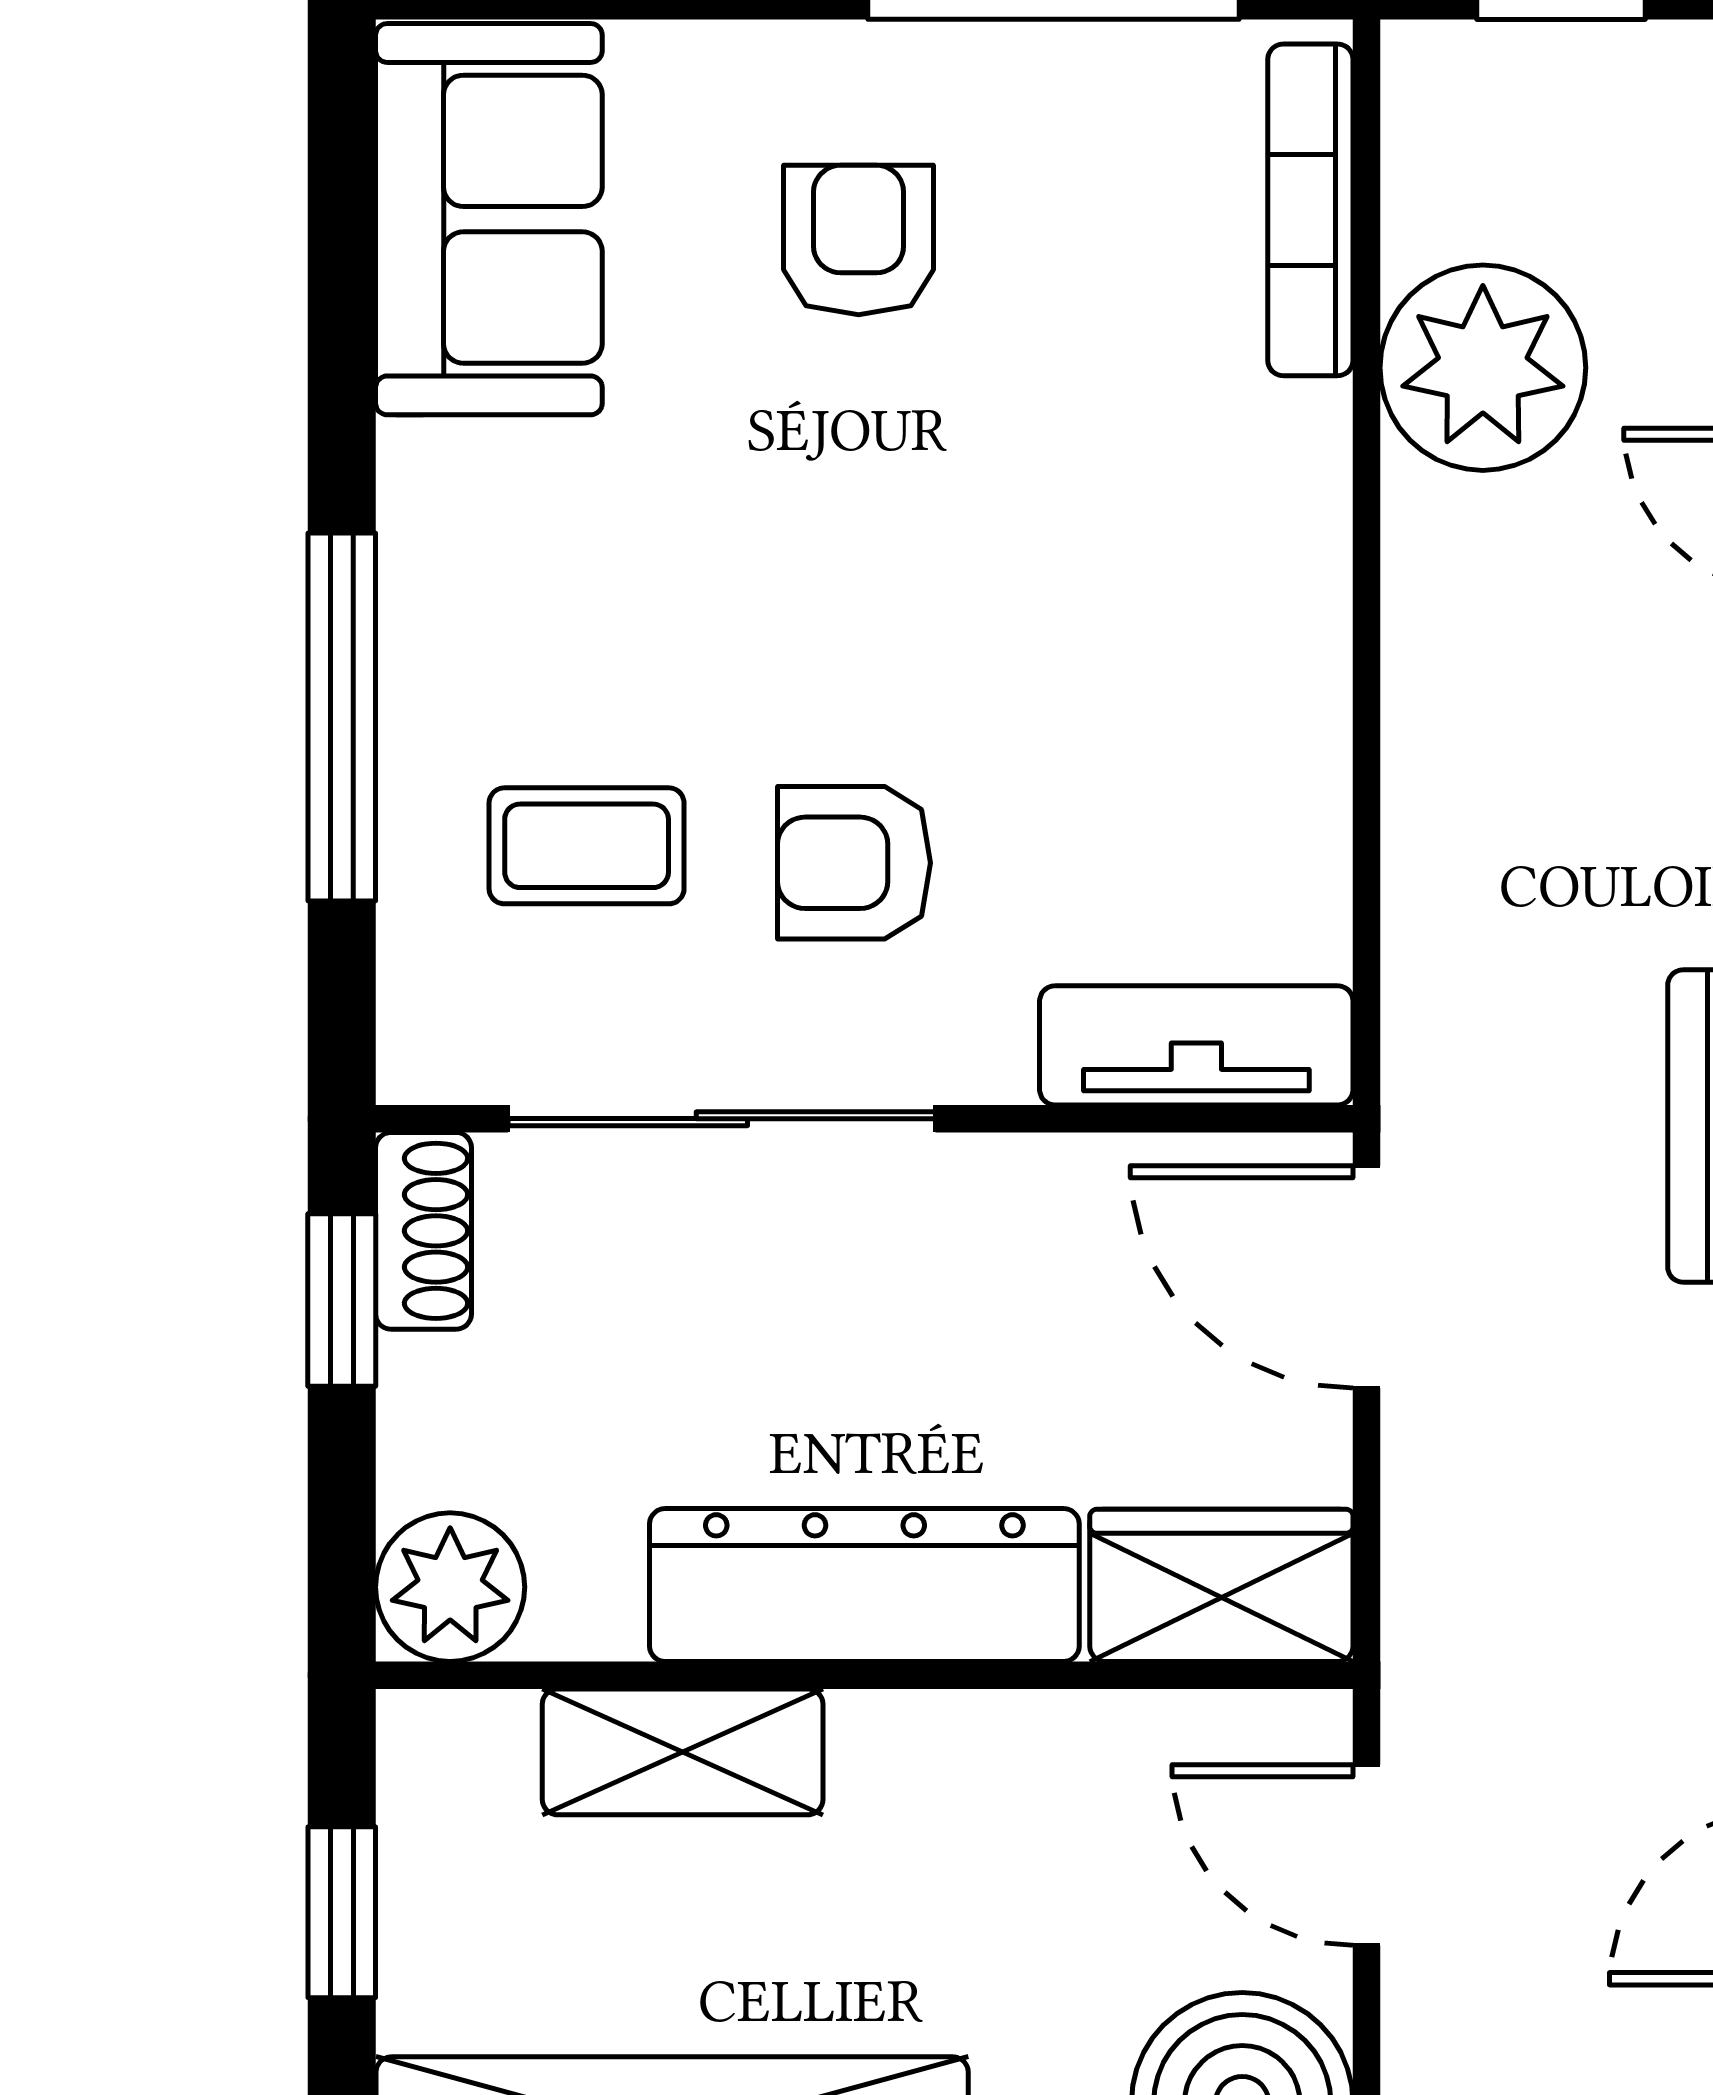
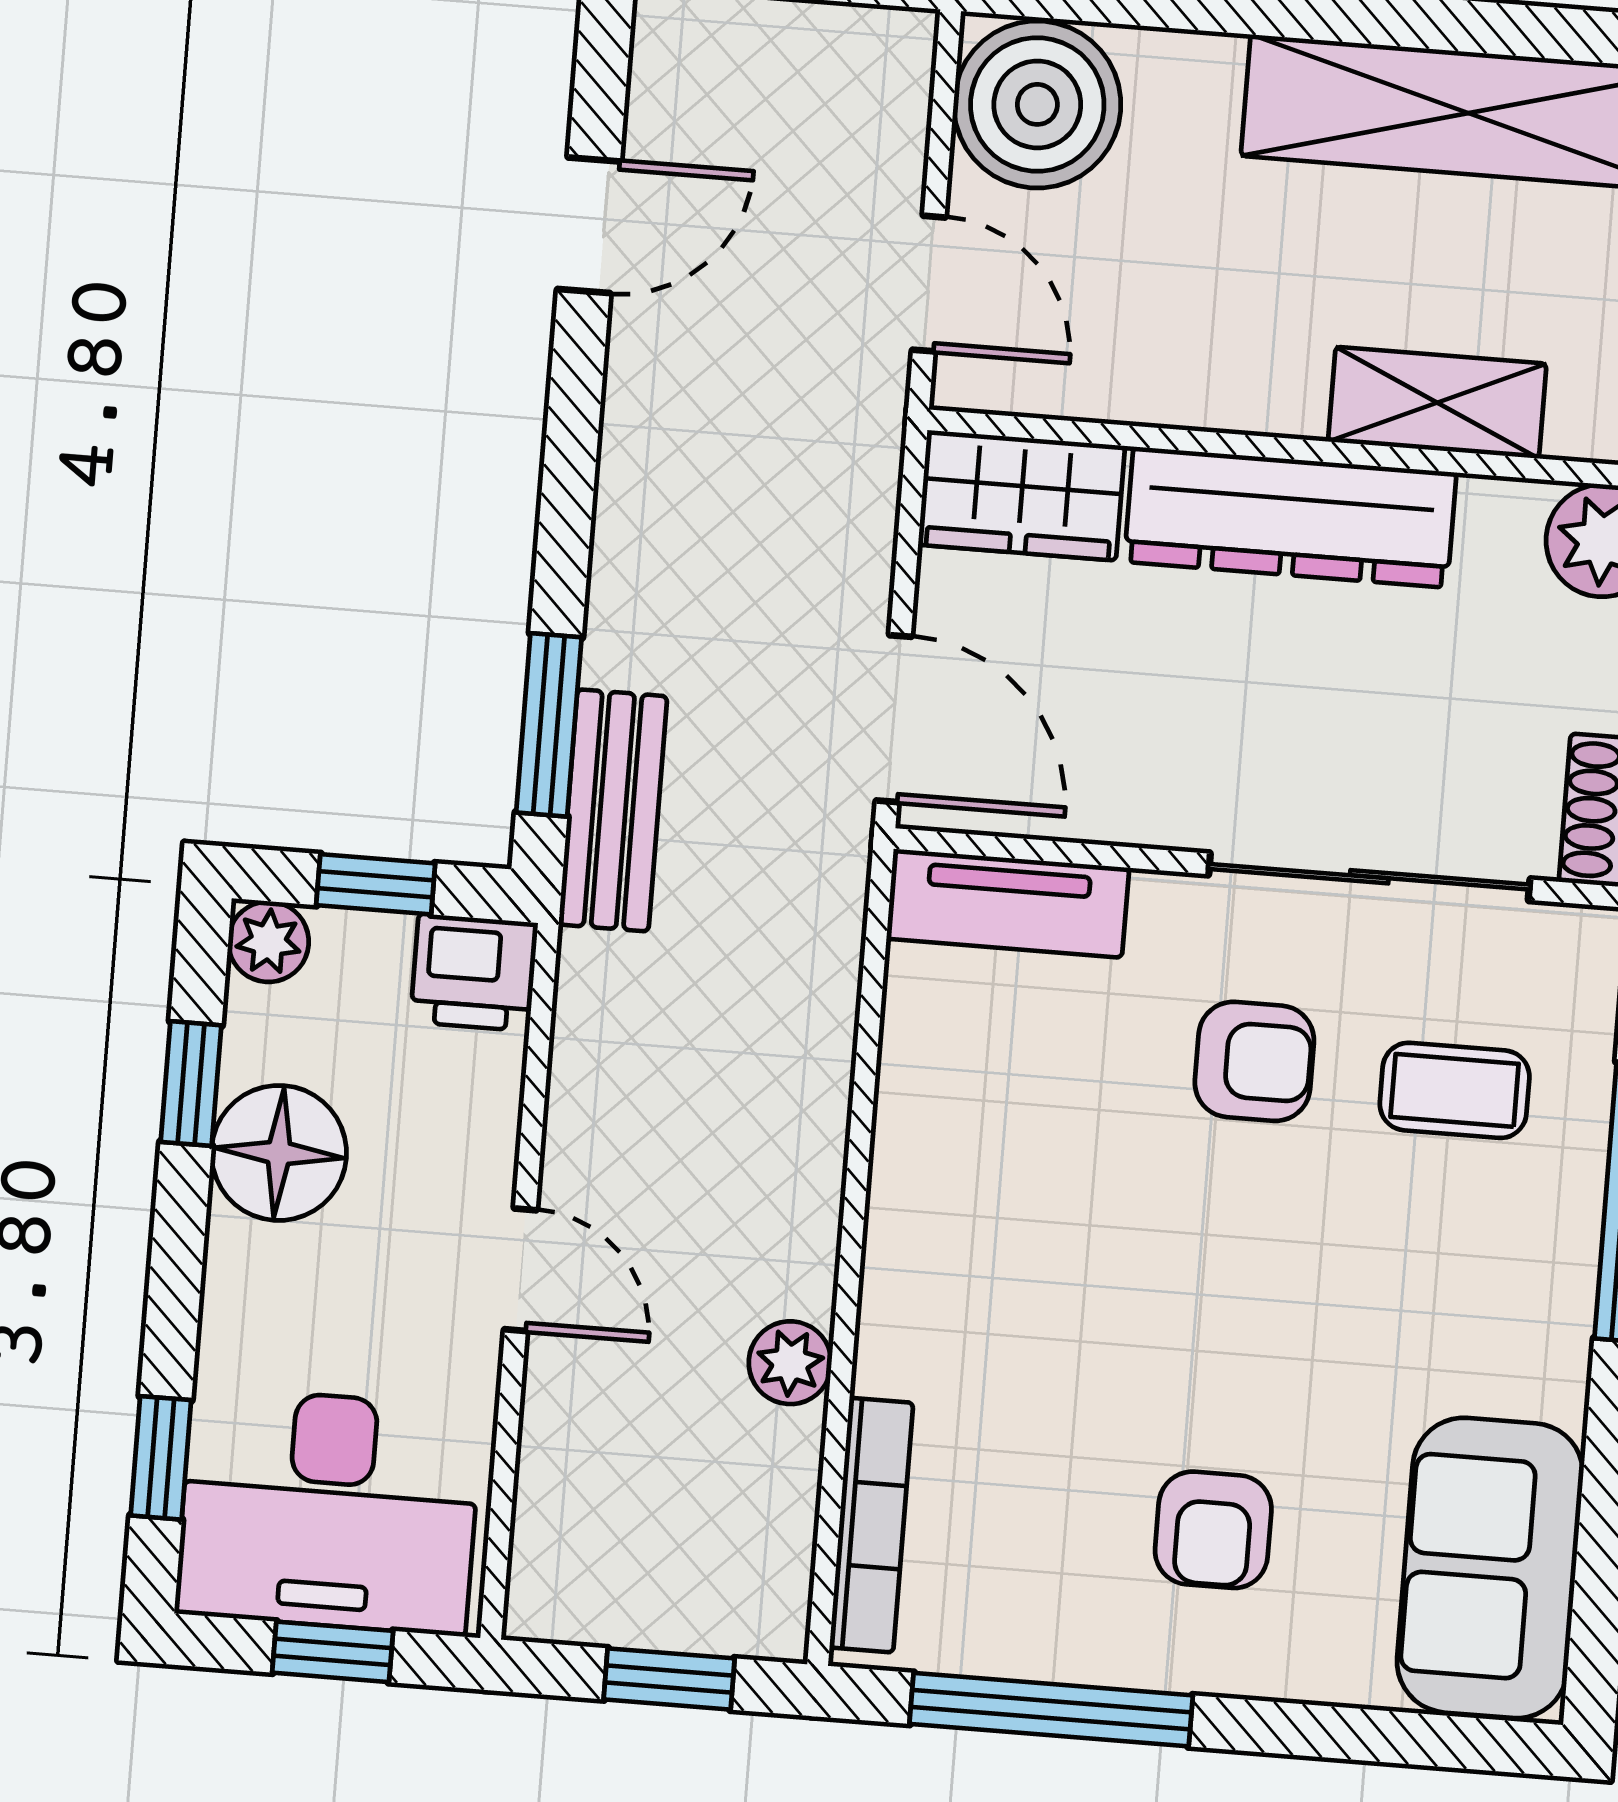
plant: (1483, 368) -> (790, 1363), width x0.53, depth x0.53

